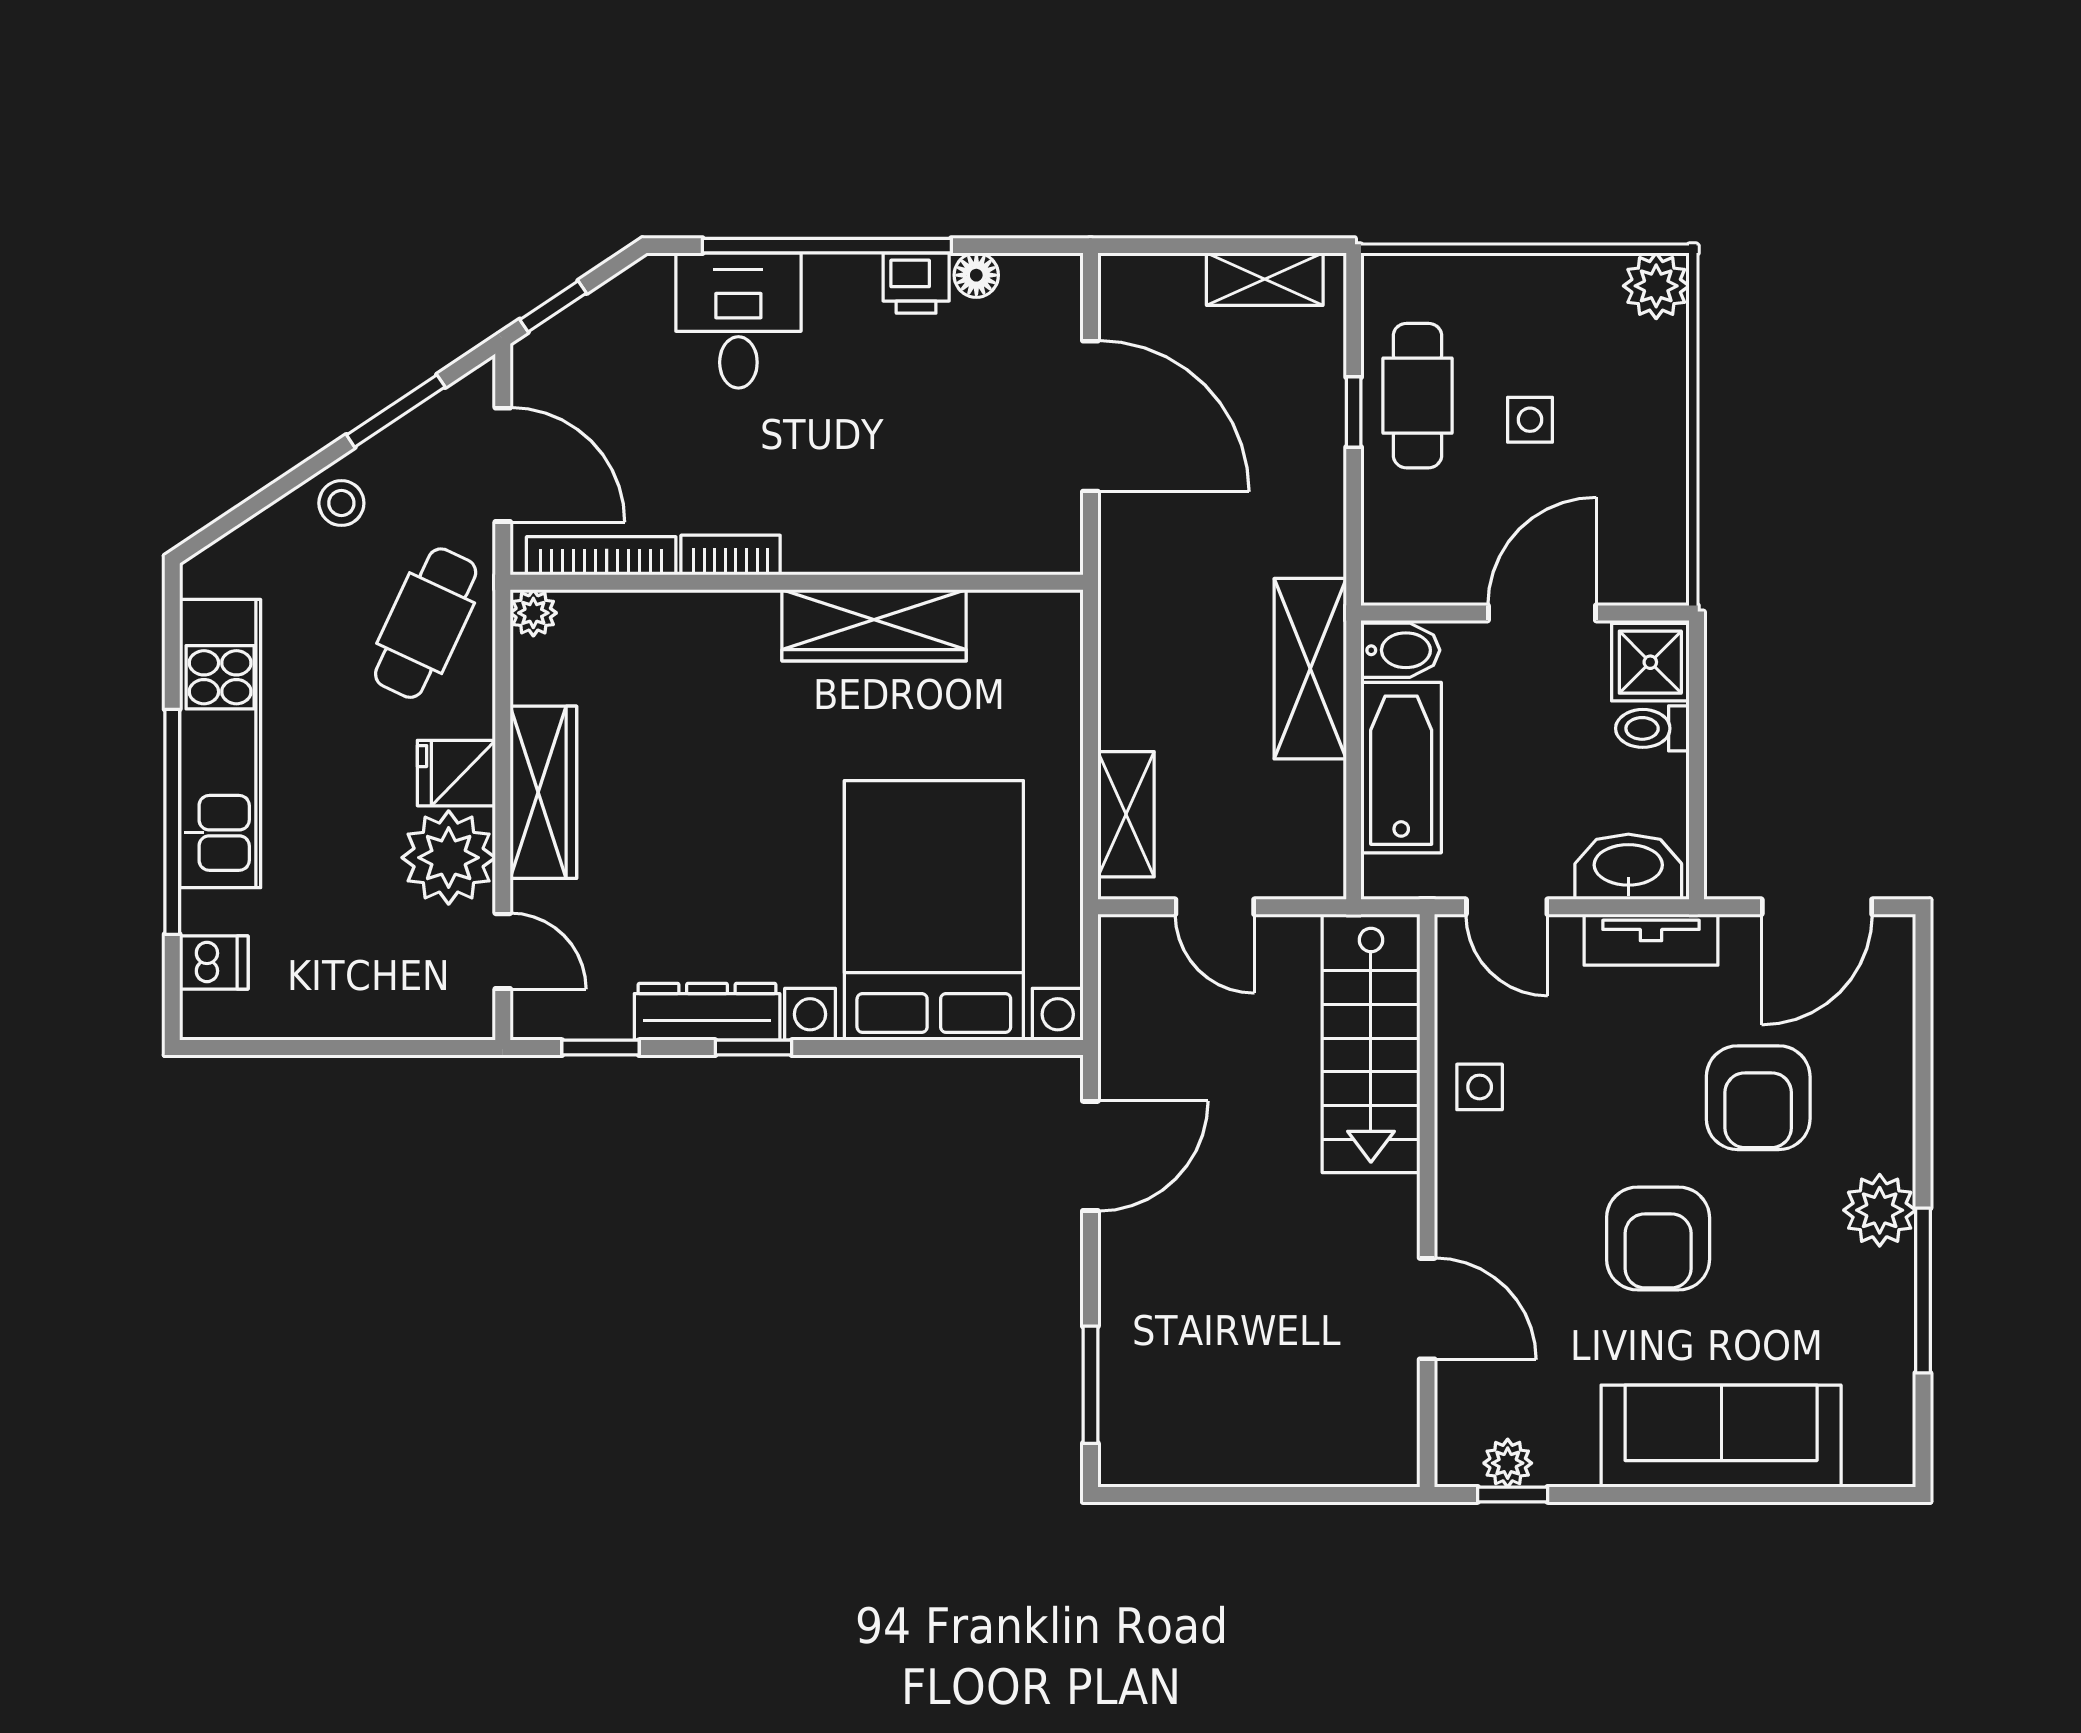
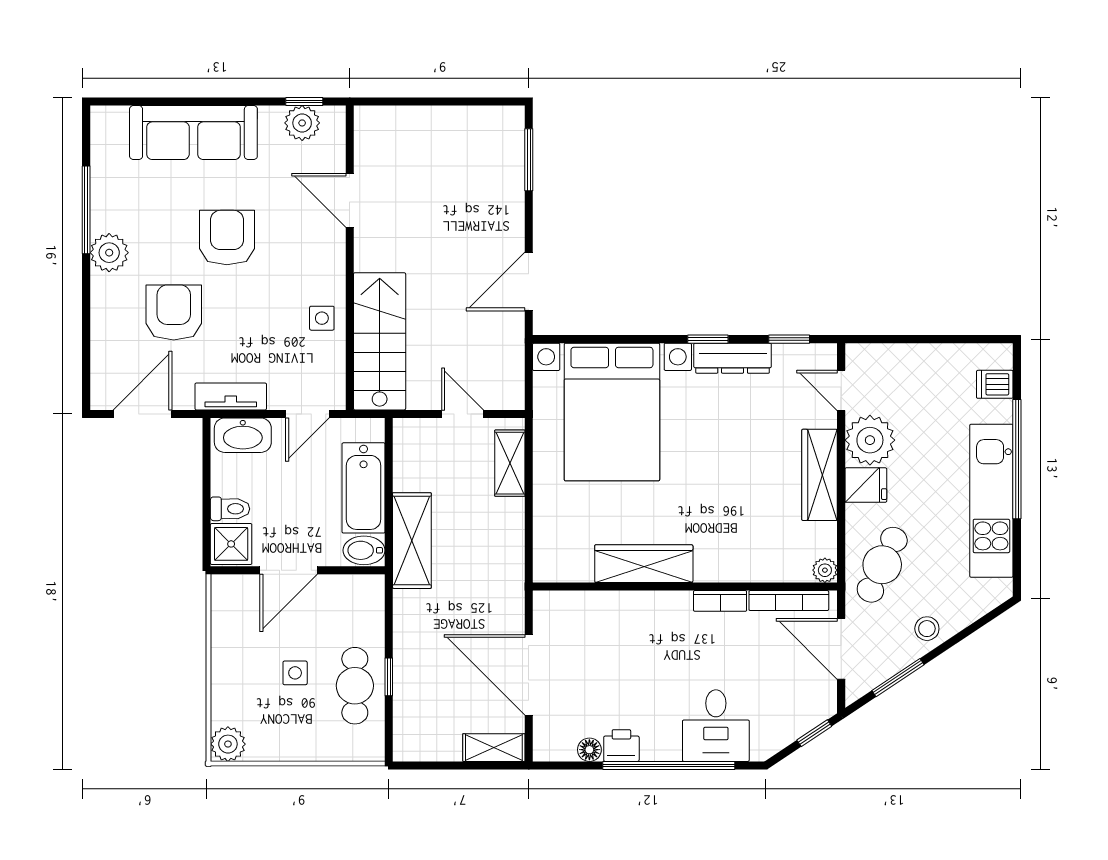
shelving: (1265, 279) -> (494, 748), moved
door: (1507, 907) -> (307, 414), swing flipped
plant: (1508, 1463) -> (302, 123), width x1.38, depth x1.38

